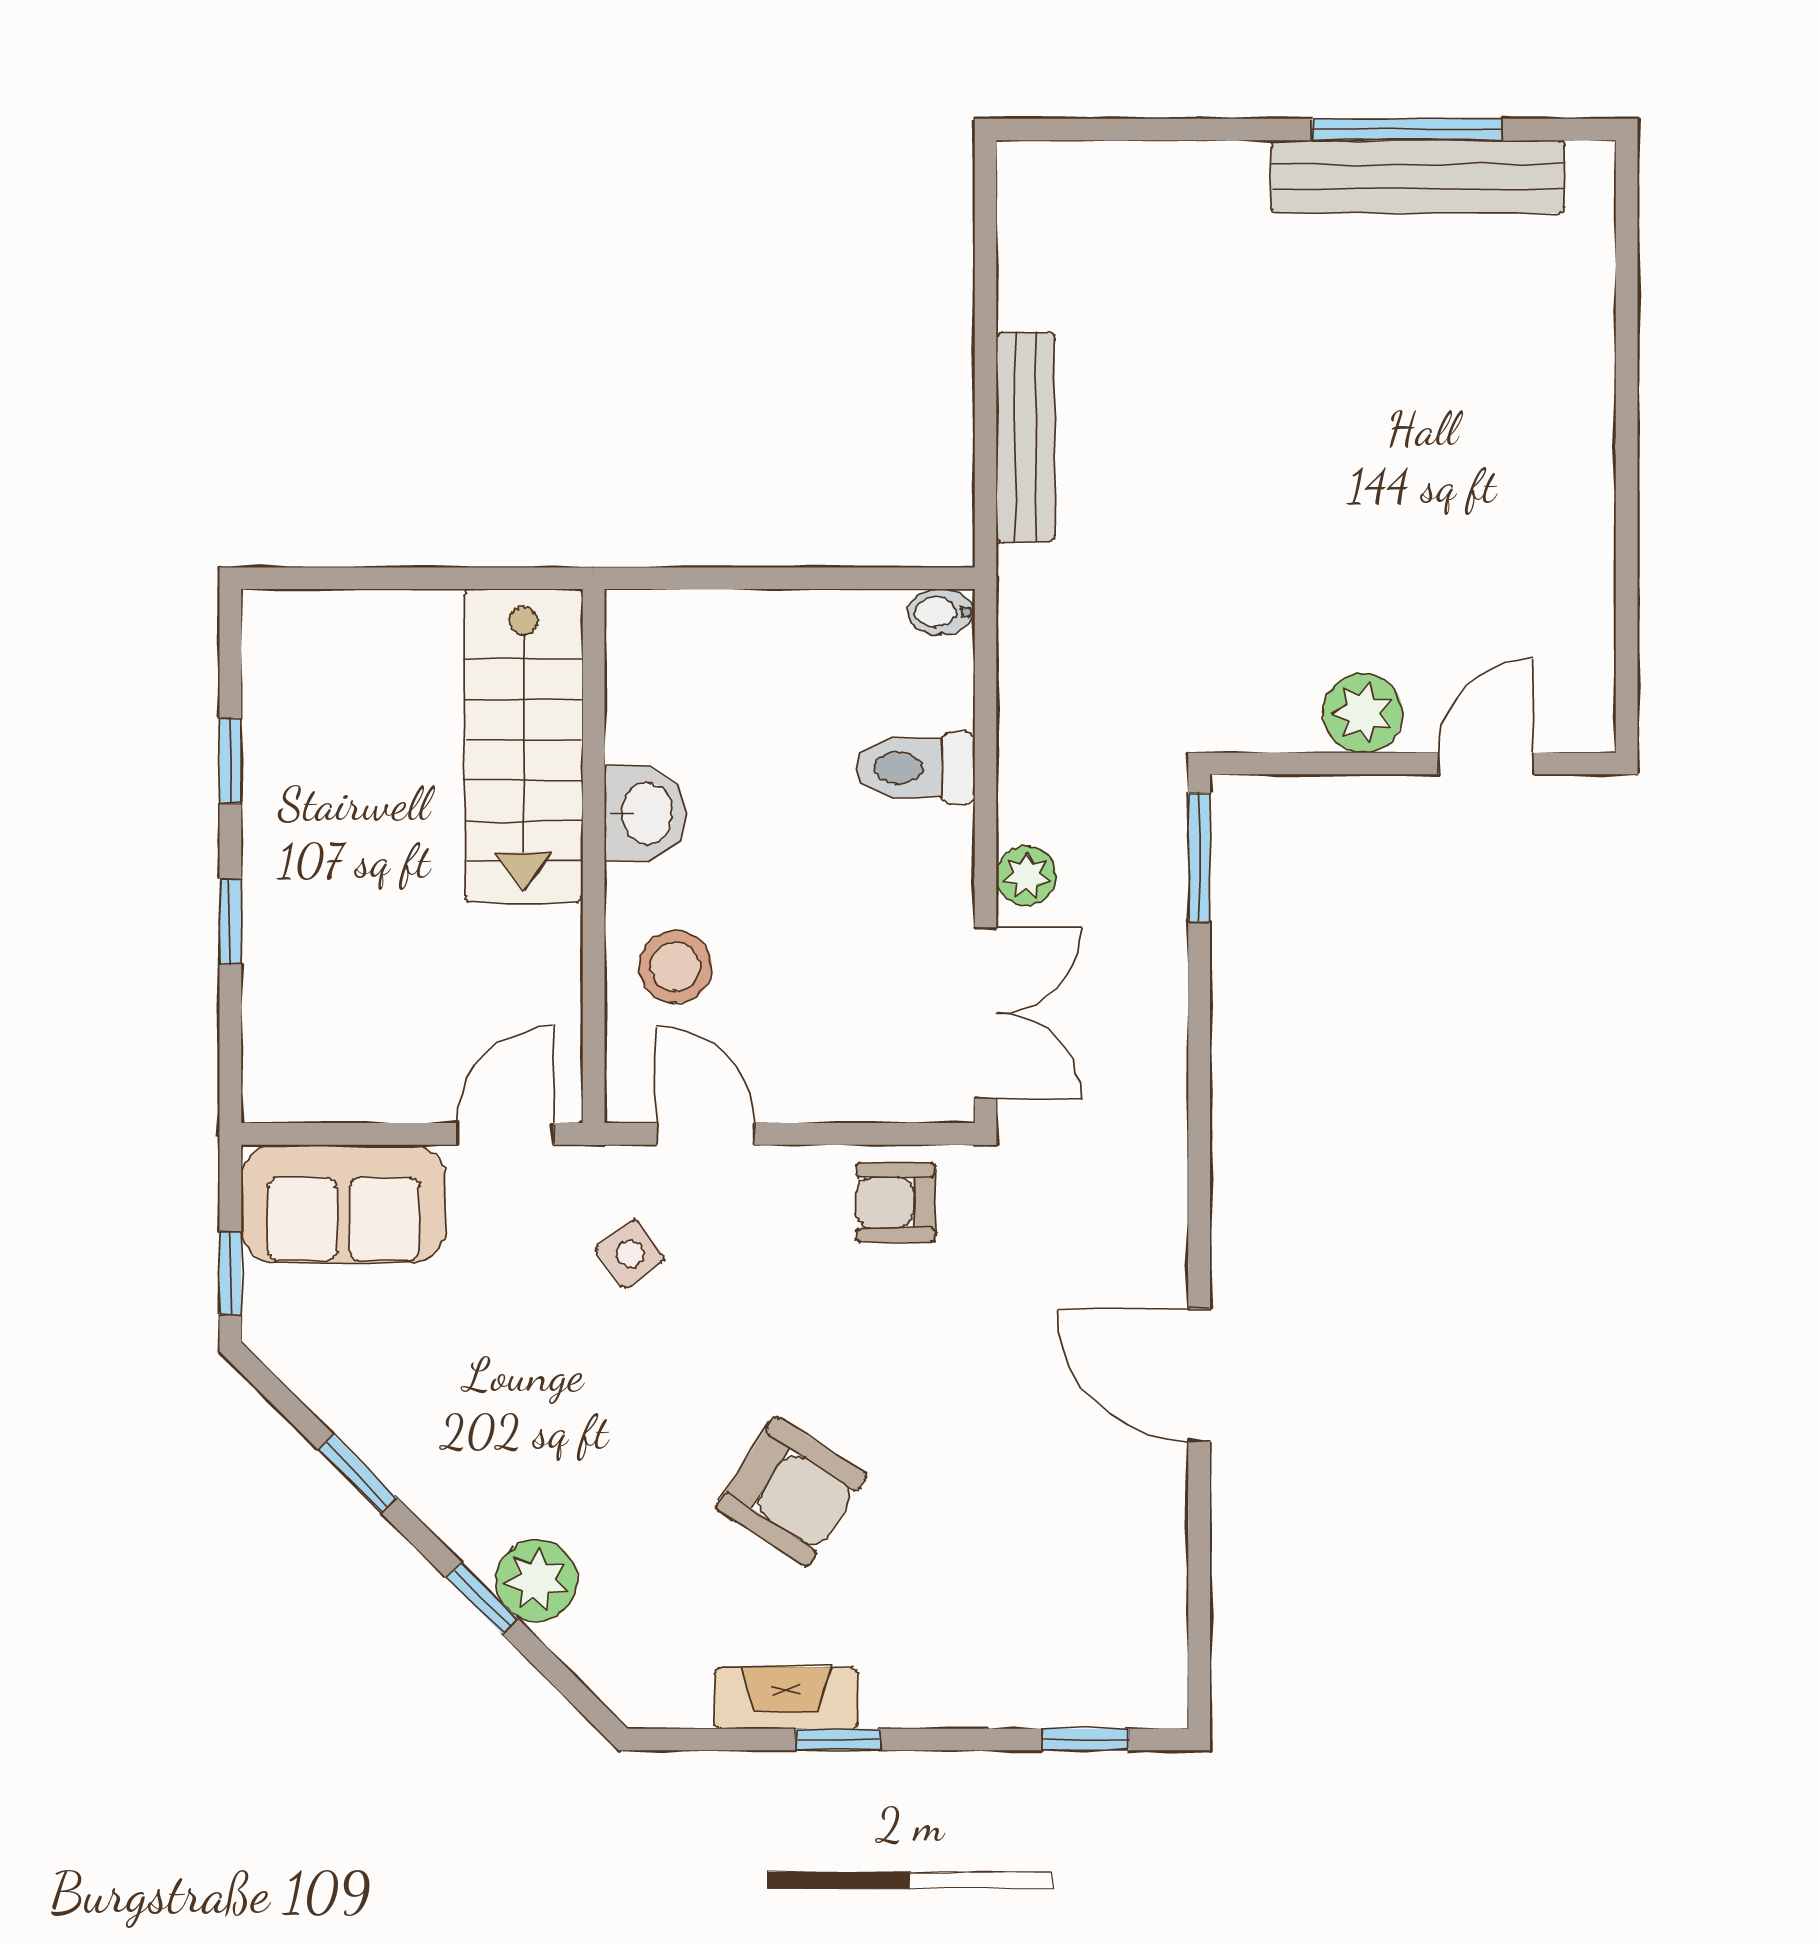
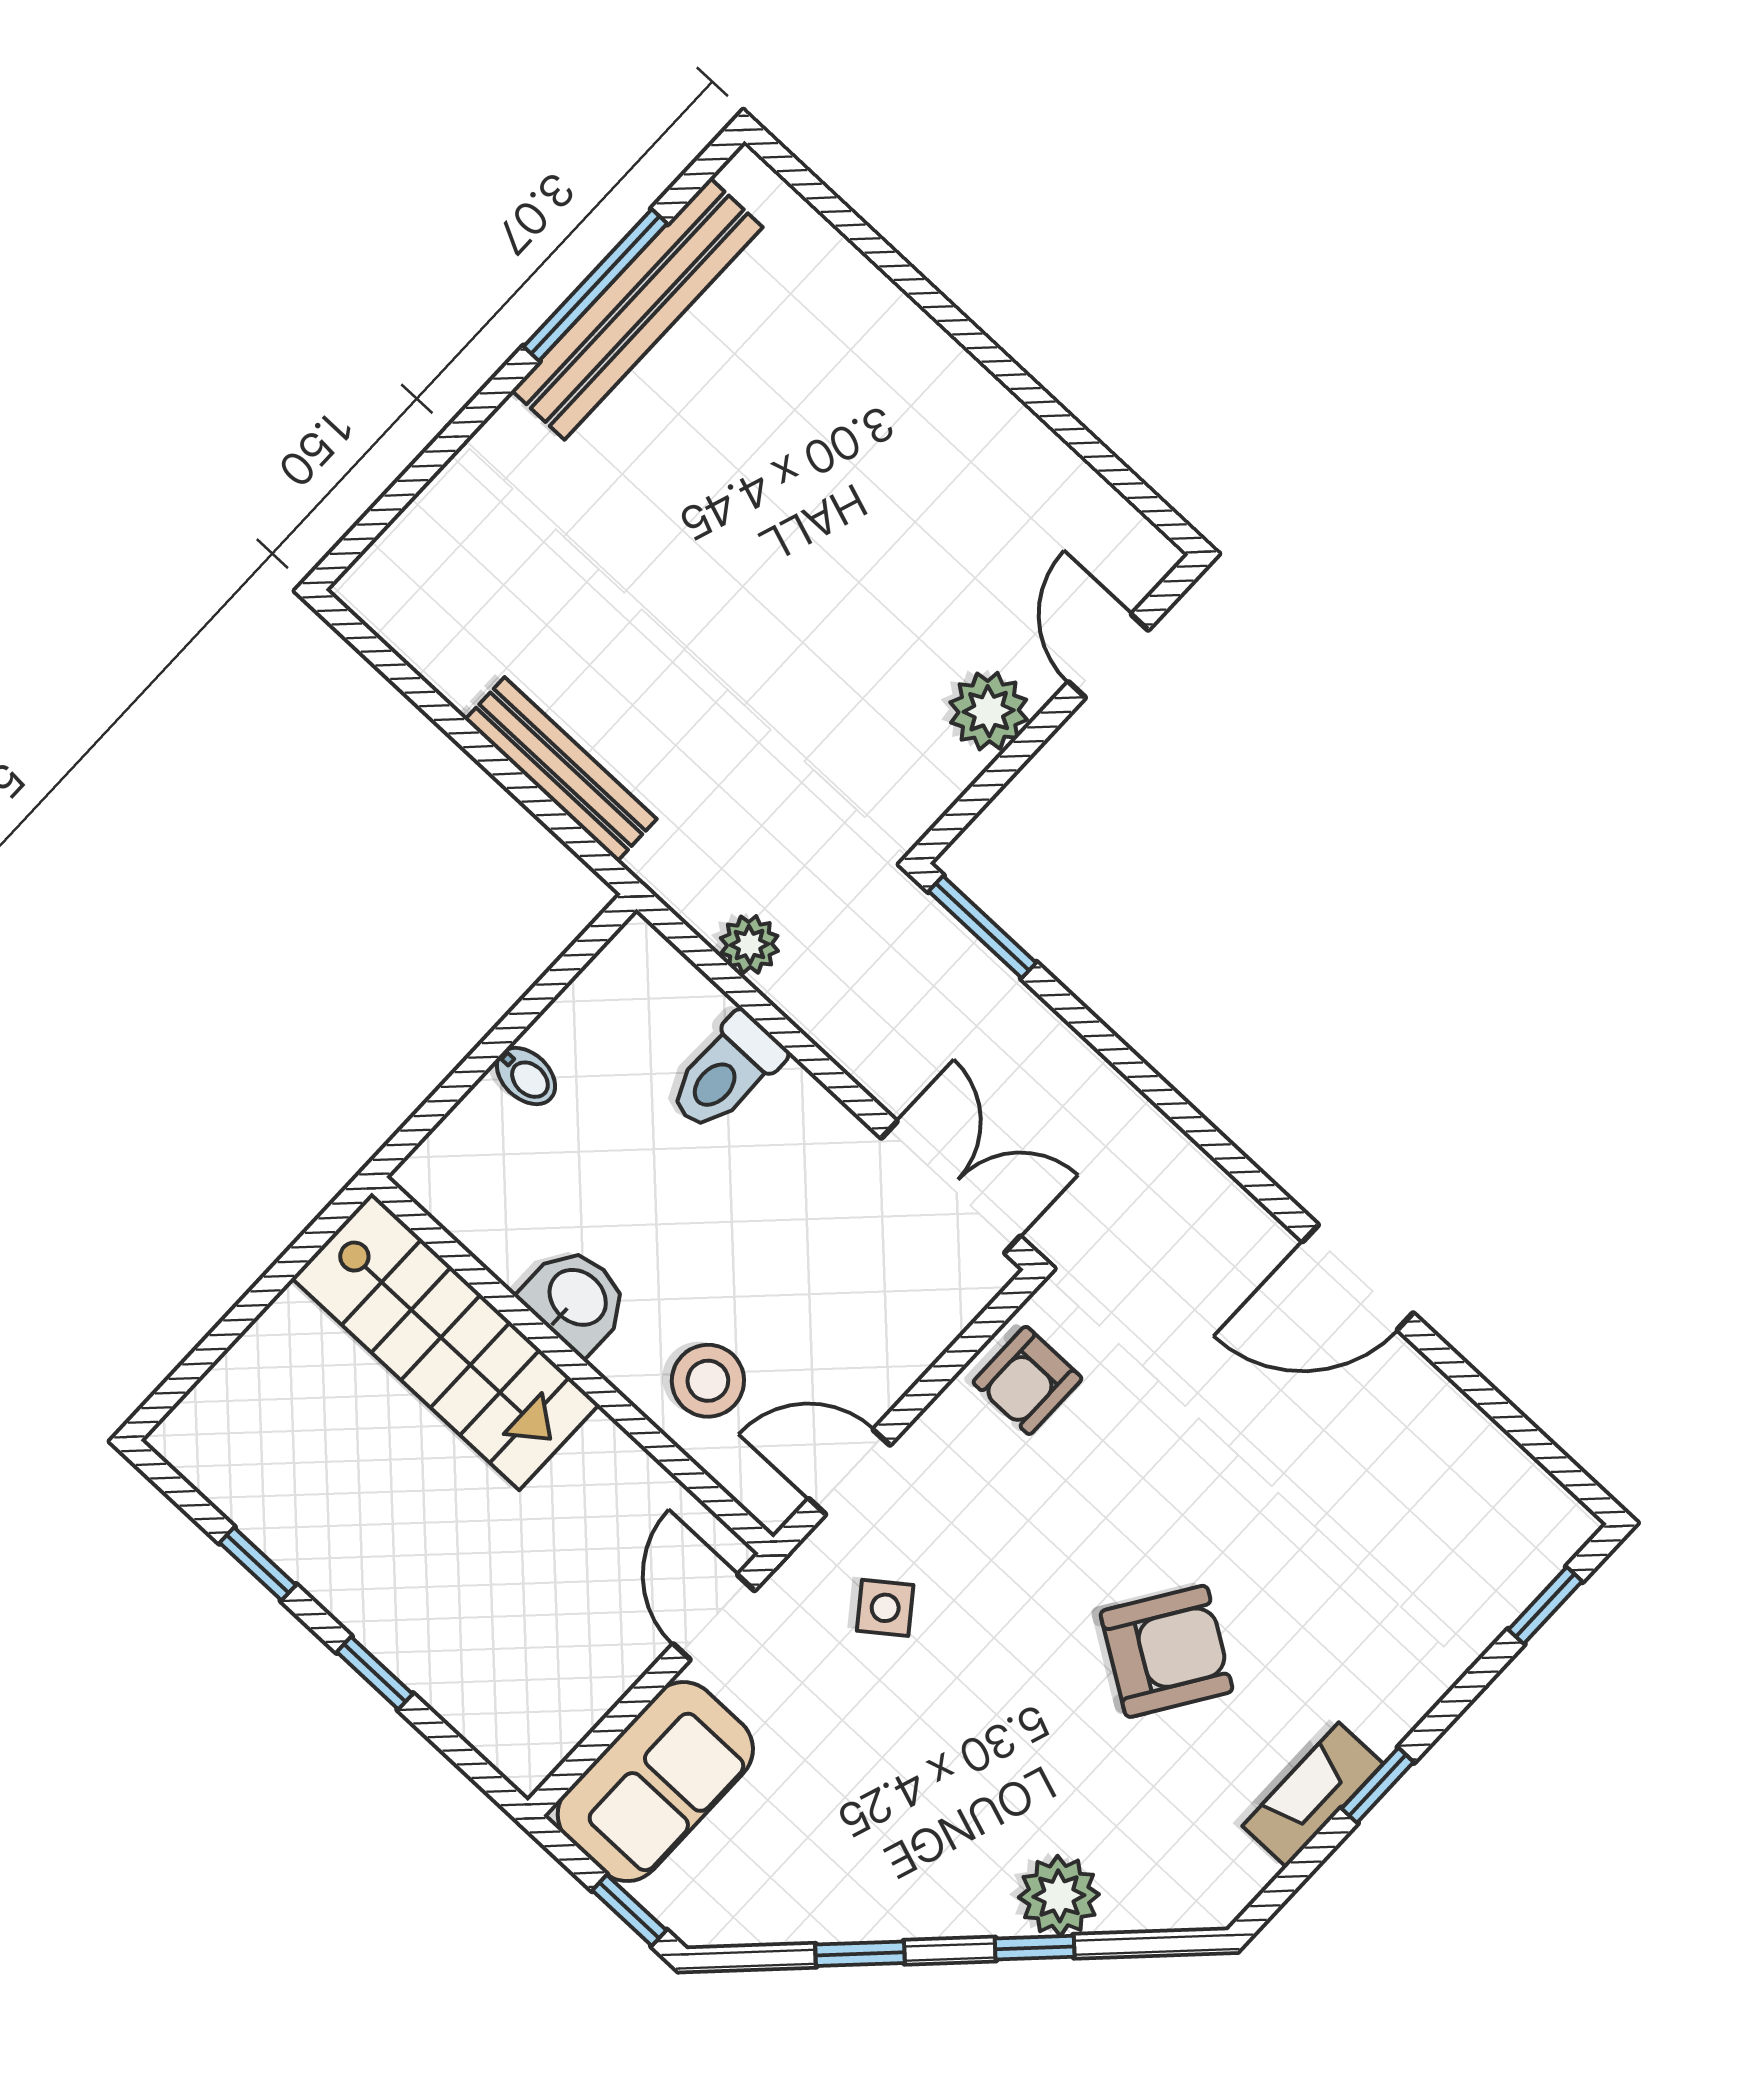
bidet: (941, 612) -> (526, 1076), moved, turned -90
plant: (1026, 876) -> (749, 945), moved

